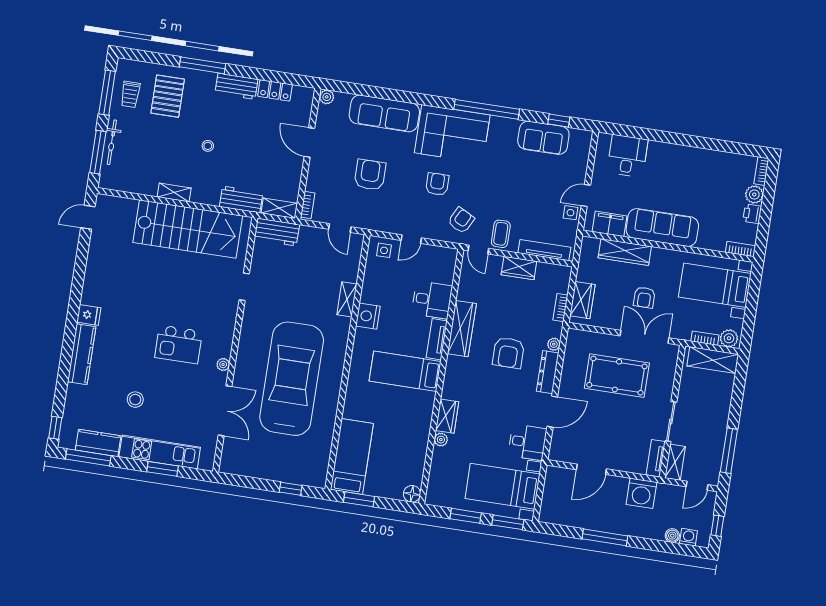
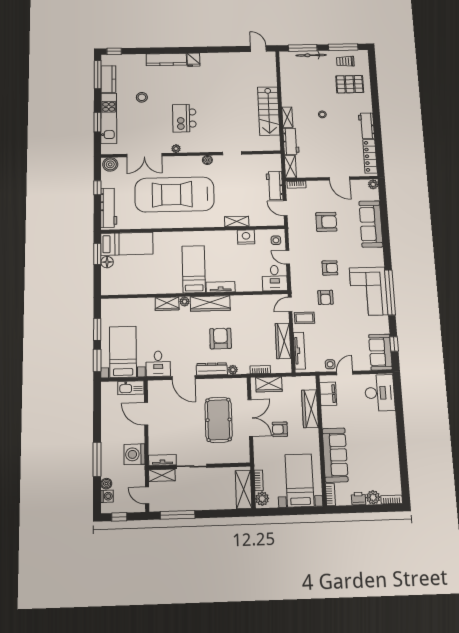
window: (203, 65) -> (375, 102), removed
locker: (275, 90) -> (370, 156), width x1.53
corner sofa: (452, 134) -> (369, 291), moved
sofa: (543, 138) -> (380, 352), moved
door: (309, 143) -> (339, 178), swing flipped
desk: (627, 156) -> (380, 393), width x1.37
shelving: (174, 192) -> (287, 117), moved
door: (586, 196) -> (345, 373), hinge flipped
armchair: (461, 220) -> (325, 297), moved, turned 63
door: (340, 228) -> (285, 208), hinge flipped
sofa: (662, 228) -> (335, 455), moved
stairs: (188, 229) -> (269, 111), width x0.73, depth x0.66
workbench: (277, 232) -> (275, 186), moved
wardrobe: (519, 268) -> (283, 341), width x1.50
desk: (432, 300) -> (275, 278), moved
nightstand: (368, 316) -> (246, 237), moved
boiler: (248, 323) -> (207, 160), added
wardrobe: (462, 329) -> (210, 303), moved
double door: (644, 337) -> (250, 418), moved
armchair: (508, 353) -> (220, 338), turned 90
car: (292, 379) -> (174, 194), turned 180
plant: (441, 440) -> (185, 301), moved
boiler: (230, 461) -> (110, 164), added
workbench: (295, 473) -> (109, 208), added
kitchen sink: (553, 484) -> (131, 388), added
window: (291, 489) -> (97, 188), moved
floor lamp: (412, 494) -> (107, 262), moved
window: (605, 537) -> (97, 459), moved

